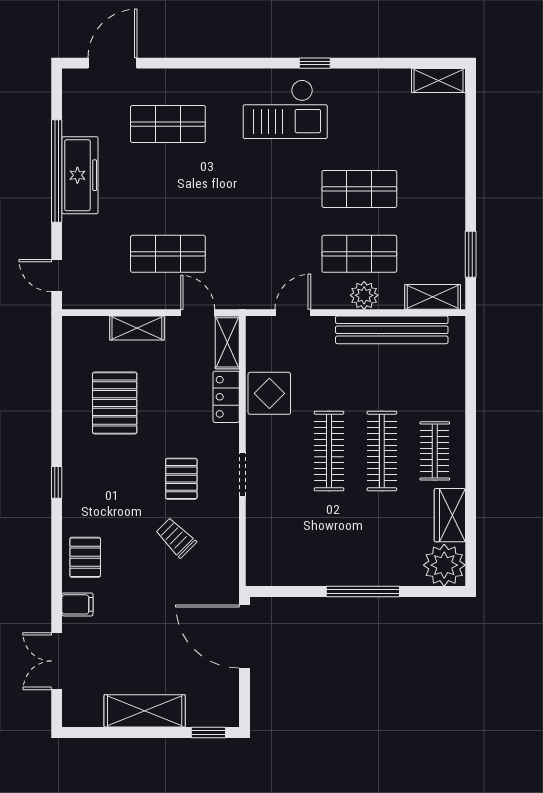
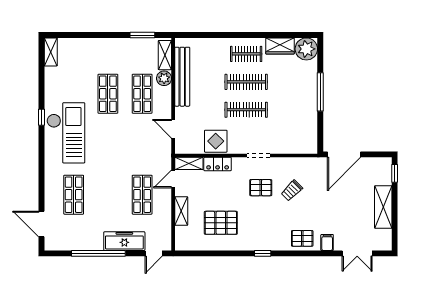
checkout: (285, 109) -> (66, 133), width x1.36, depth x1.21
freezer: (80, 175) -> (124, 241), moved
plant: (364, 295) -> (164, 78), moved

